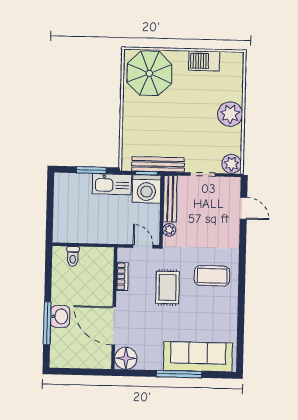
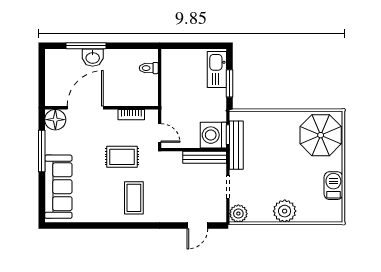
kitchen sink: (112, 184) -> (217, 70), moved
plant: (169, 230) -> (176, 157), removed
door: (143, 246) -> (160, 133), hinge flipped
window: (179, 374) -> (42, 151), moved

